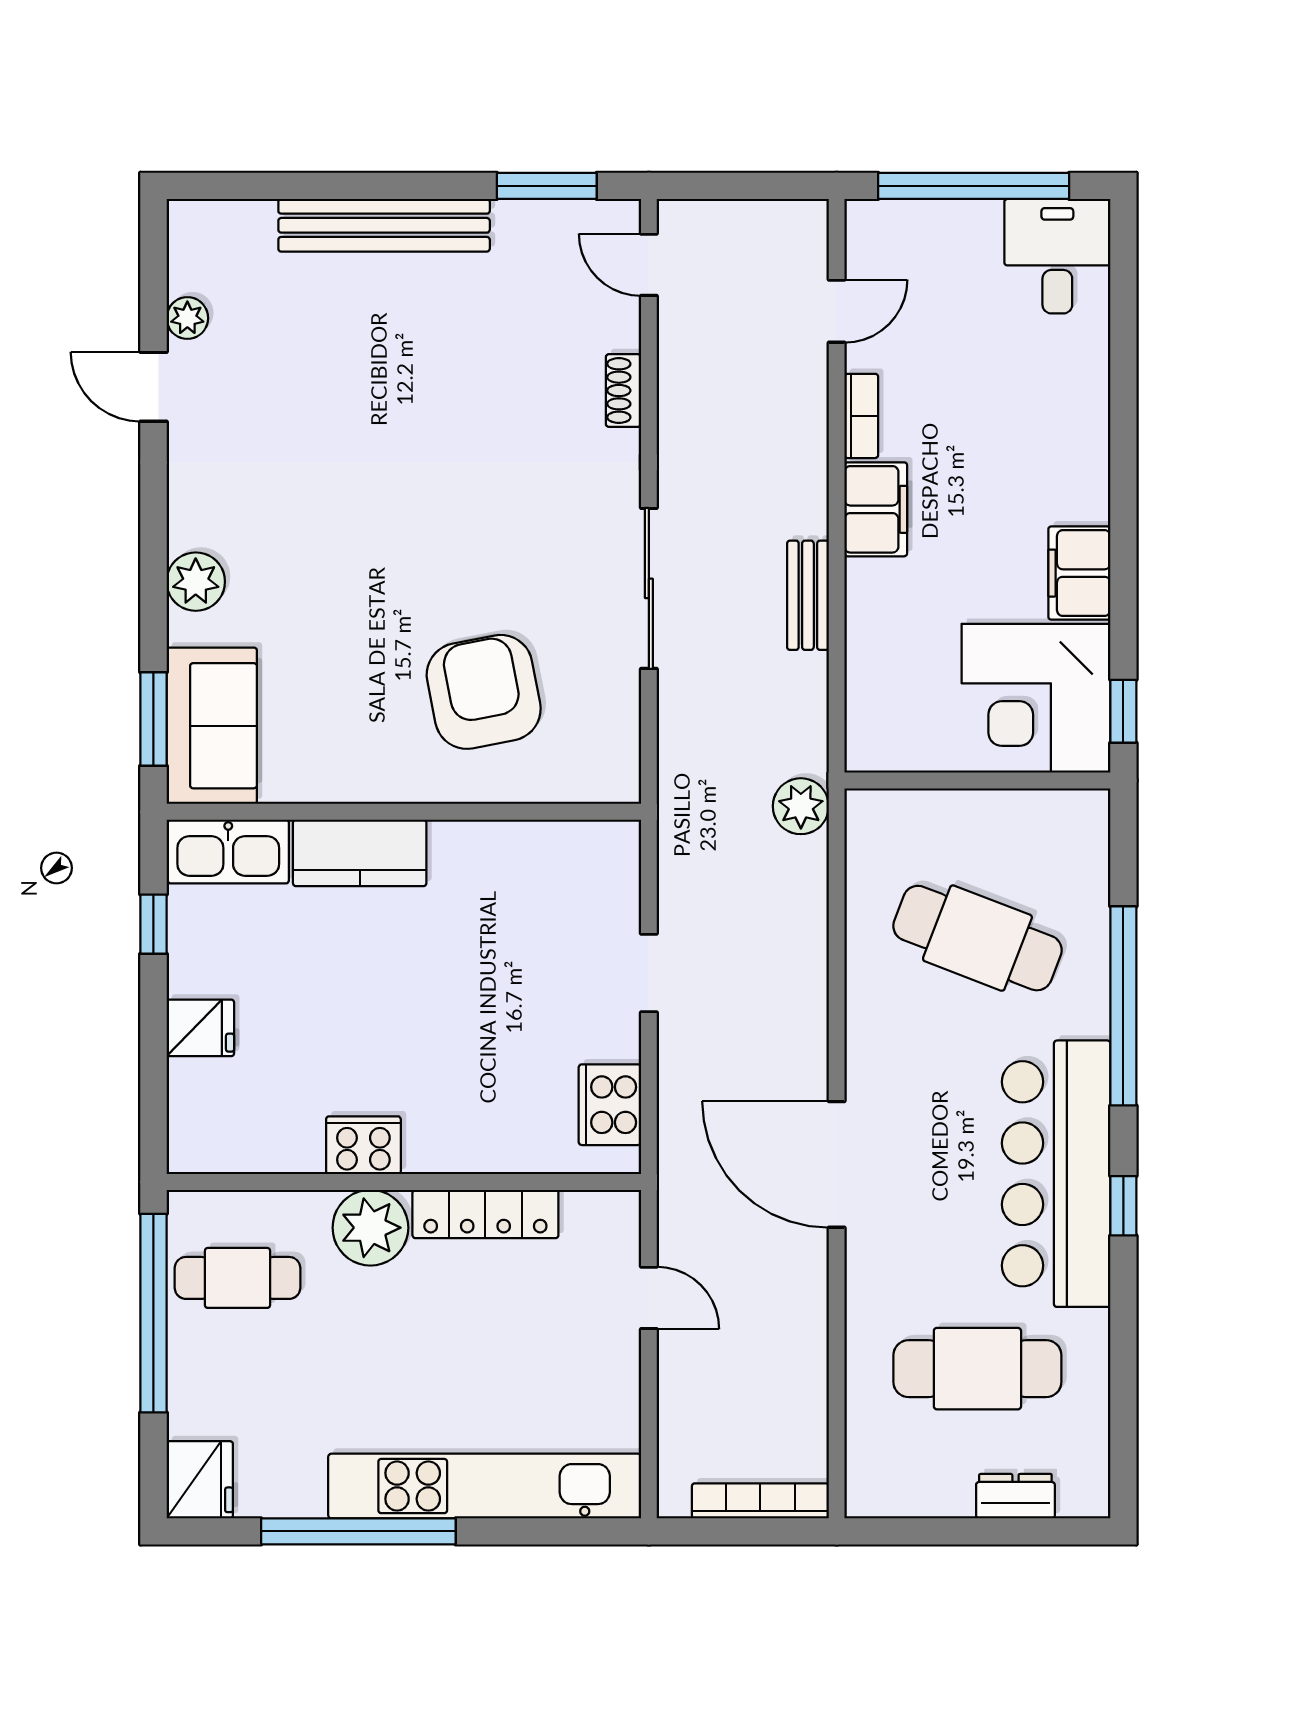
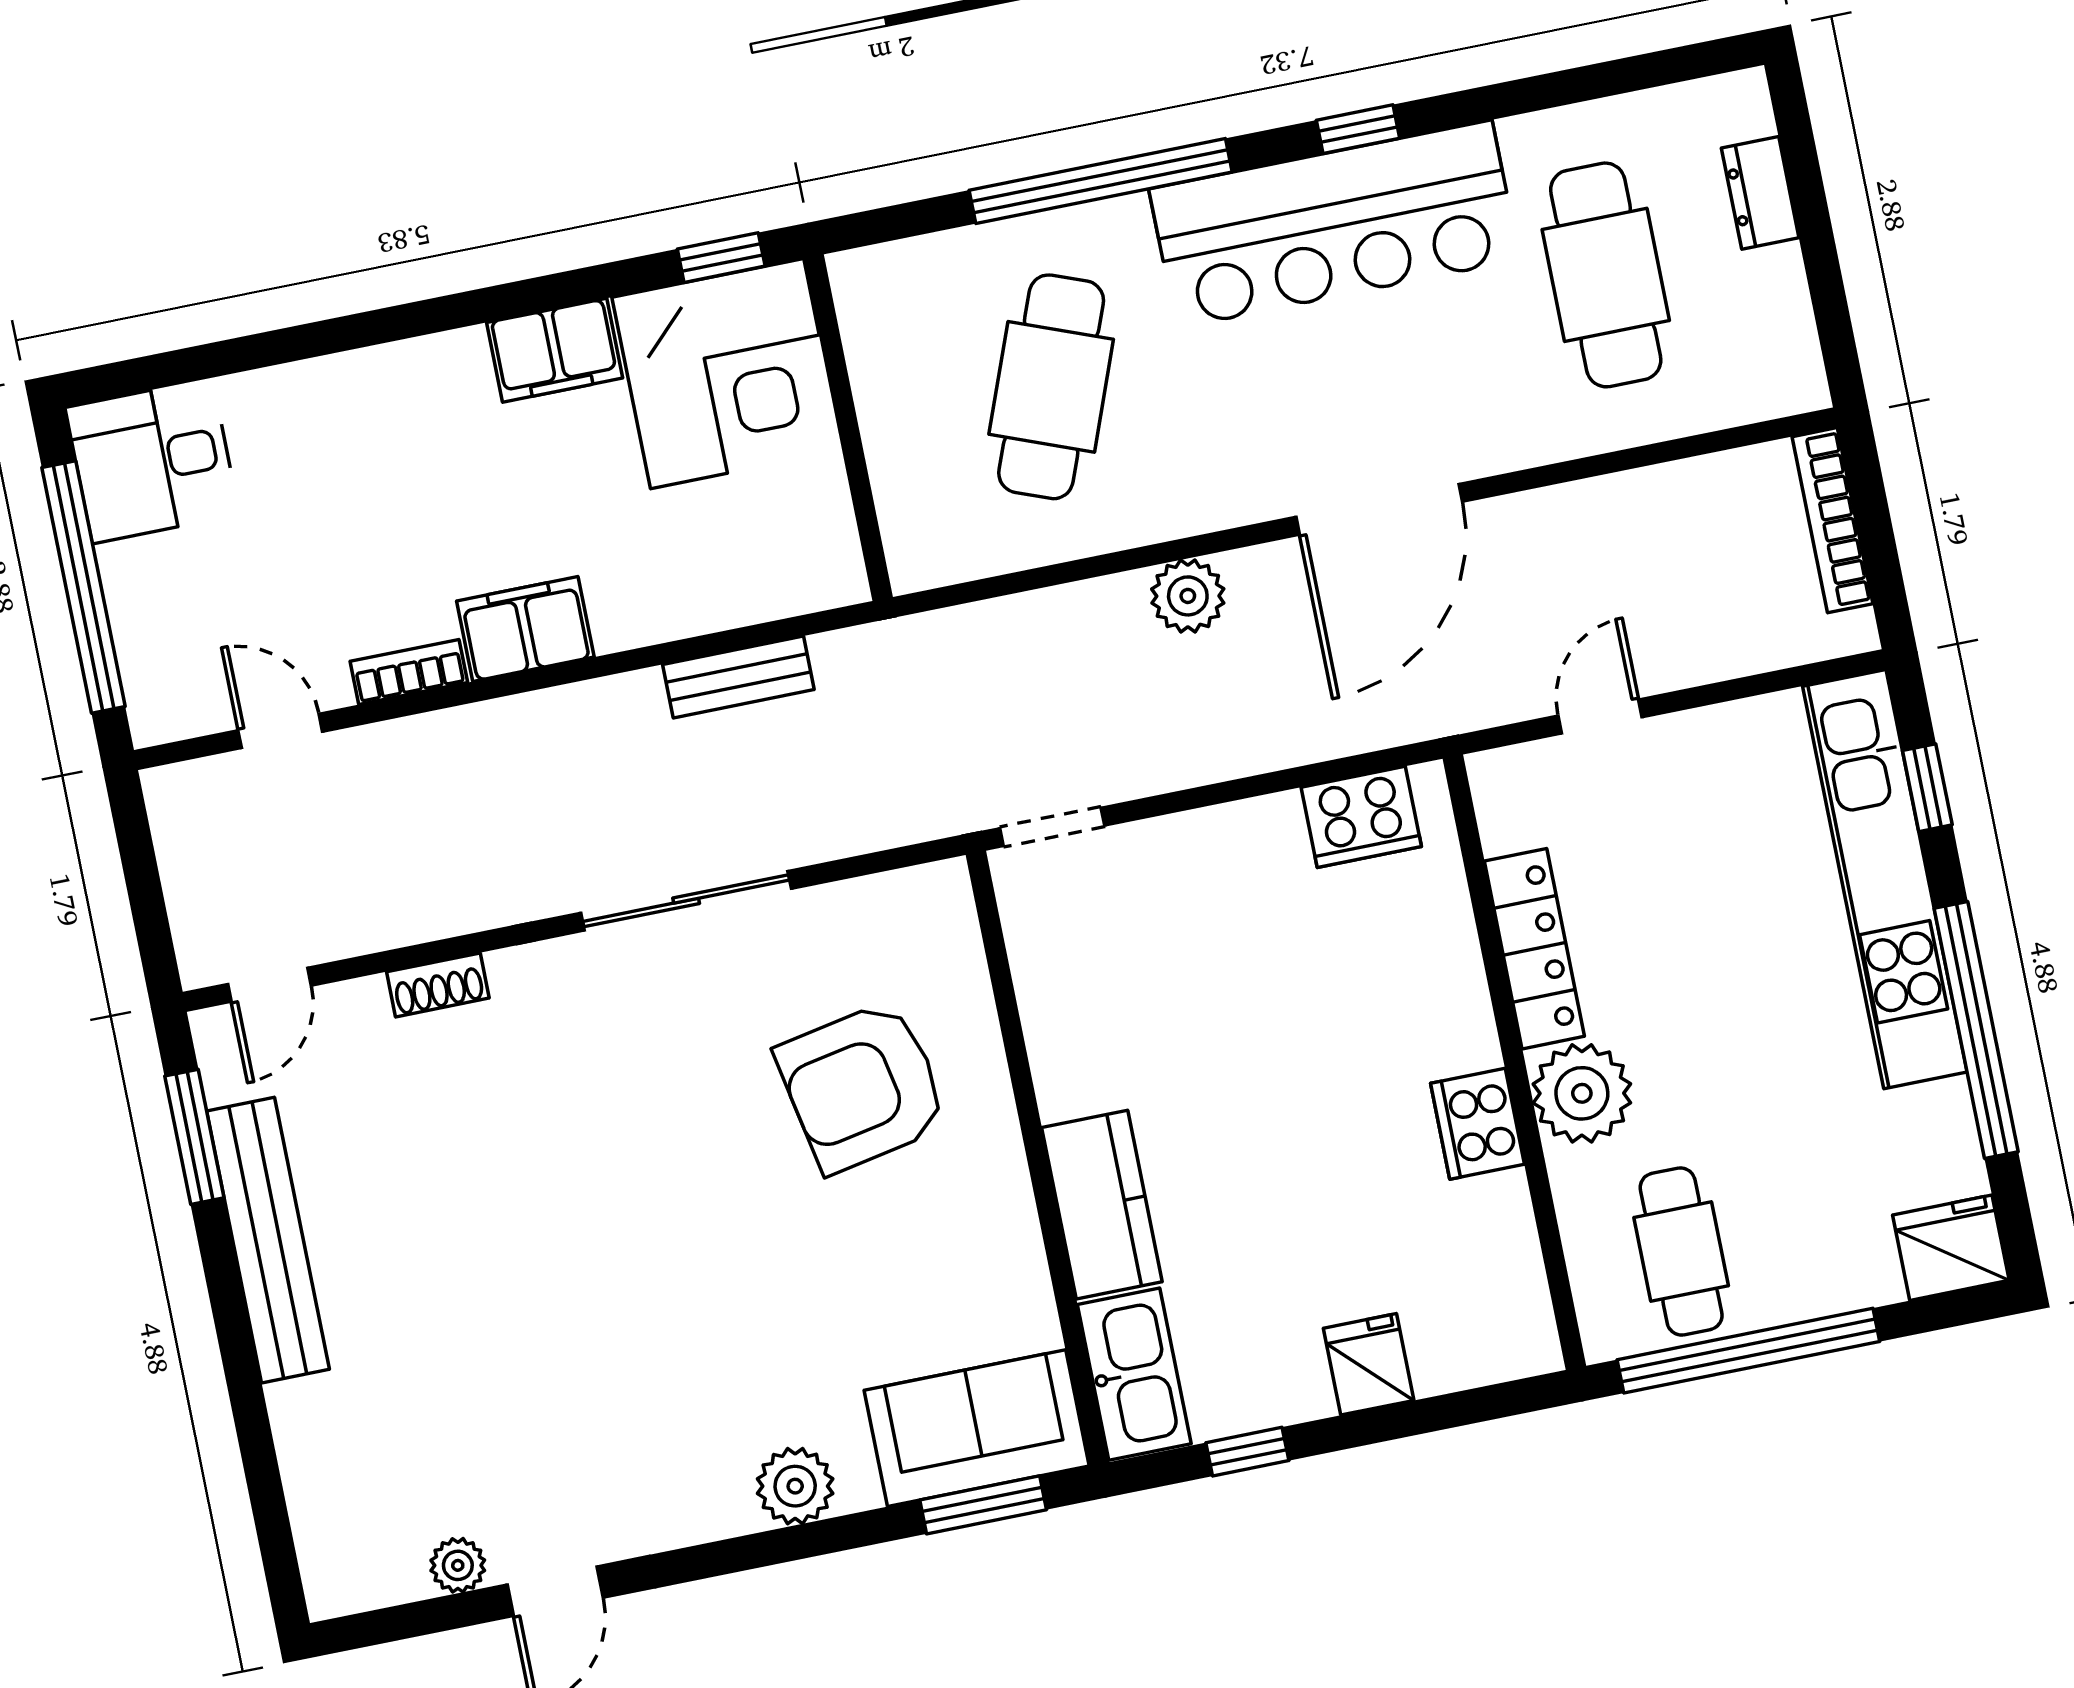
bench: (384, 225) -> (268, 1240), moved
bench: (808, 595) -> (738, 677), moved
plant: (801, 806) -> (1188, 596), moved
doorway: (649, 973) -> (1052, 827), moved
window: (547, 1531) -> (1927, 788), added

